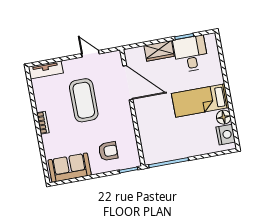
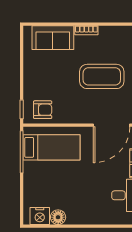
bed: (200, 101) -> (52, 147), moved, turned 90
armchair: (108, 151) -> (43, 110), moved, turned -90
sofa: (70, 168) -> (53, 38), moved, turned 90

